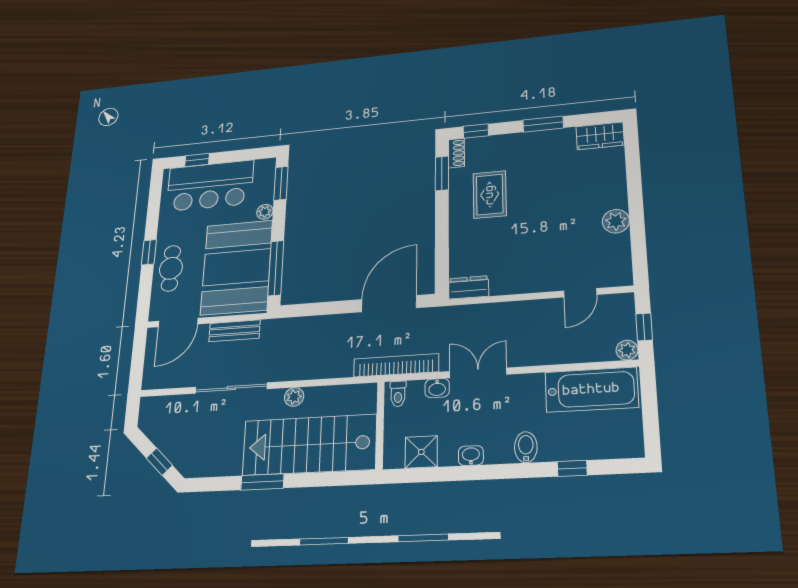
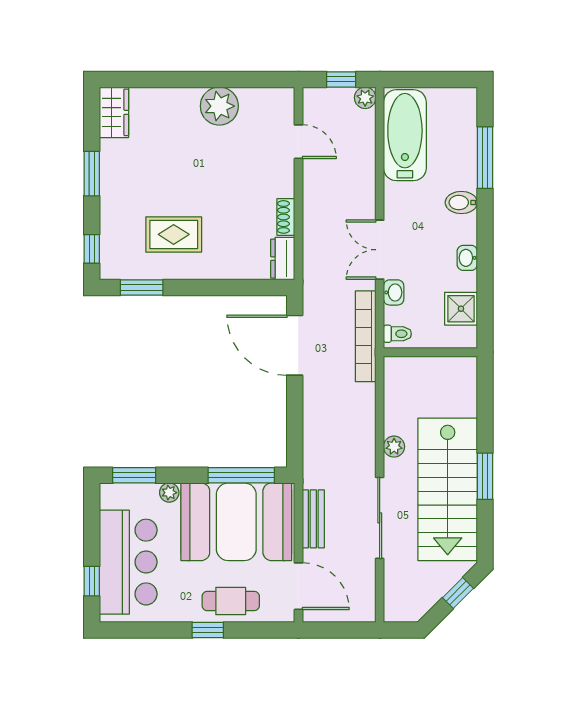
shoe rack: (457, 153) -> (286, 217), moved, turned -90
plant: (616, 221) -> (219, 106), width x1.36, depth x1.36
stairs: (309, 445) -> (448, 489), moved
window: (572, 468) -> (485, 158), width x2.17

